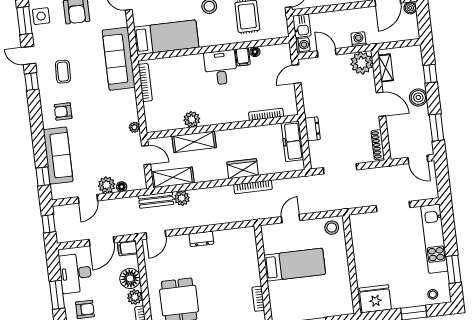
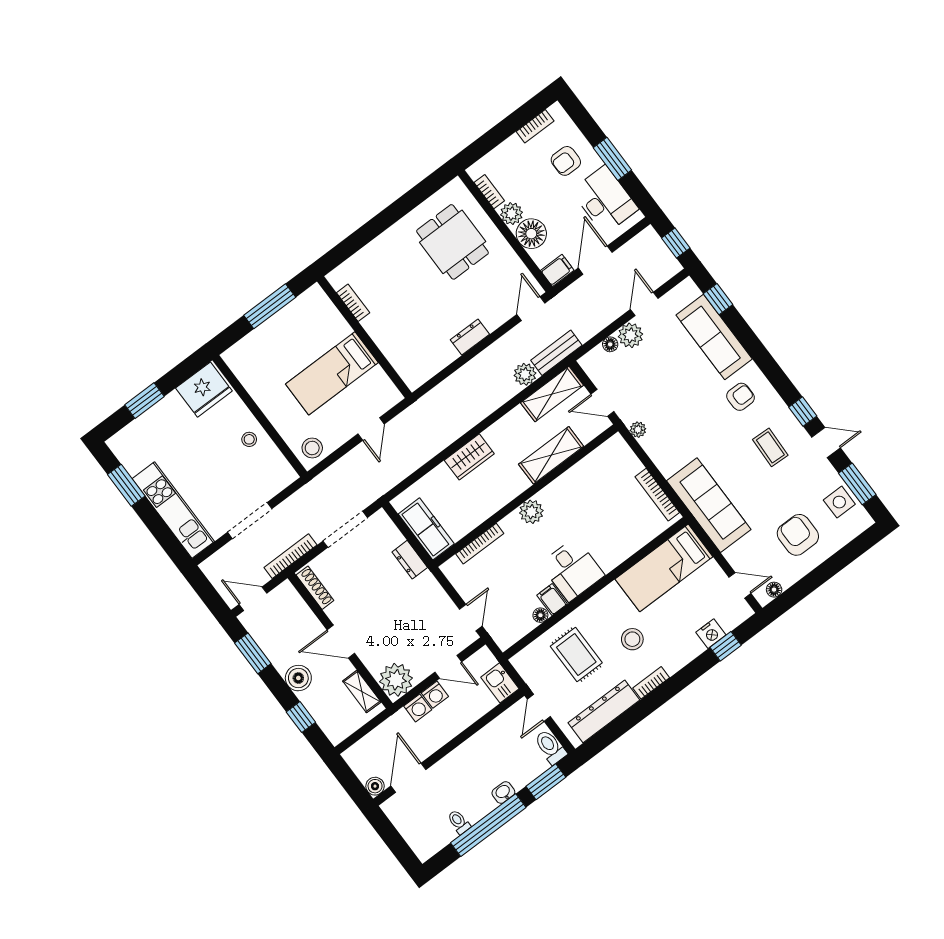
washing machine: (303, 45) -> (435, 695), moved, turned -90
plant: (192, 119) -> (531, 512), moved
bookcase: (253, 187) -> (290, 556), moved
stool: (433, 294) -> (249, 439), moved

